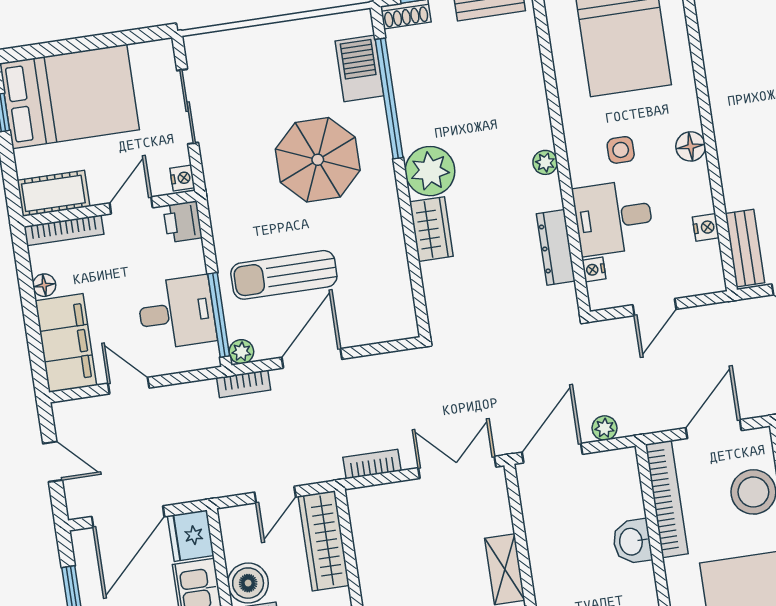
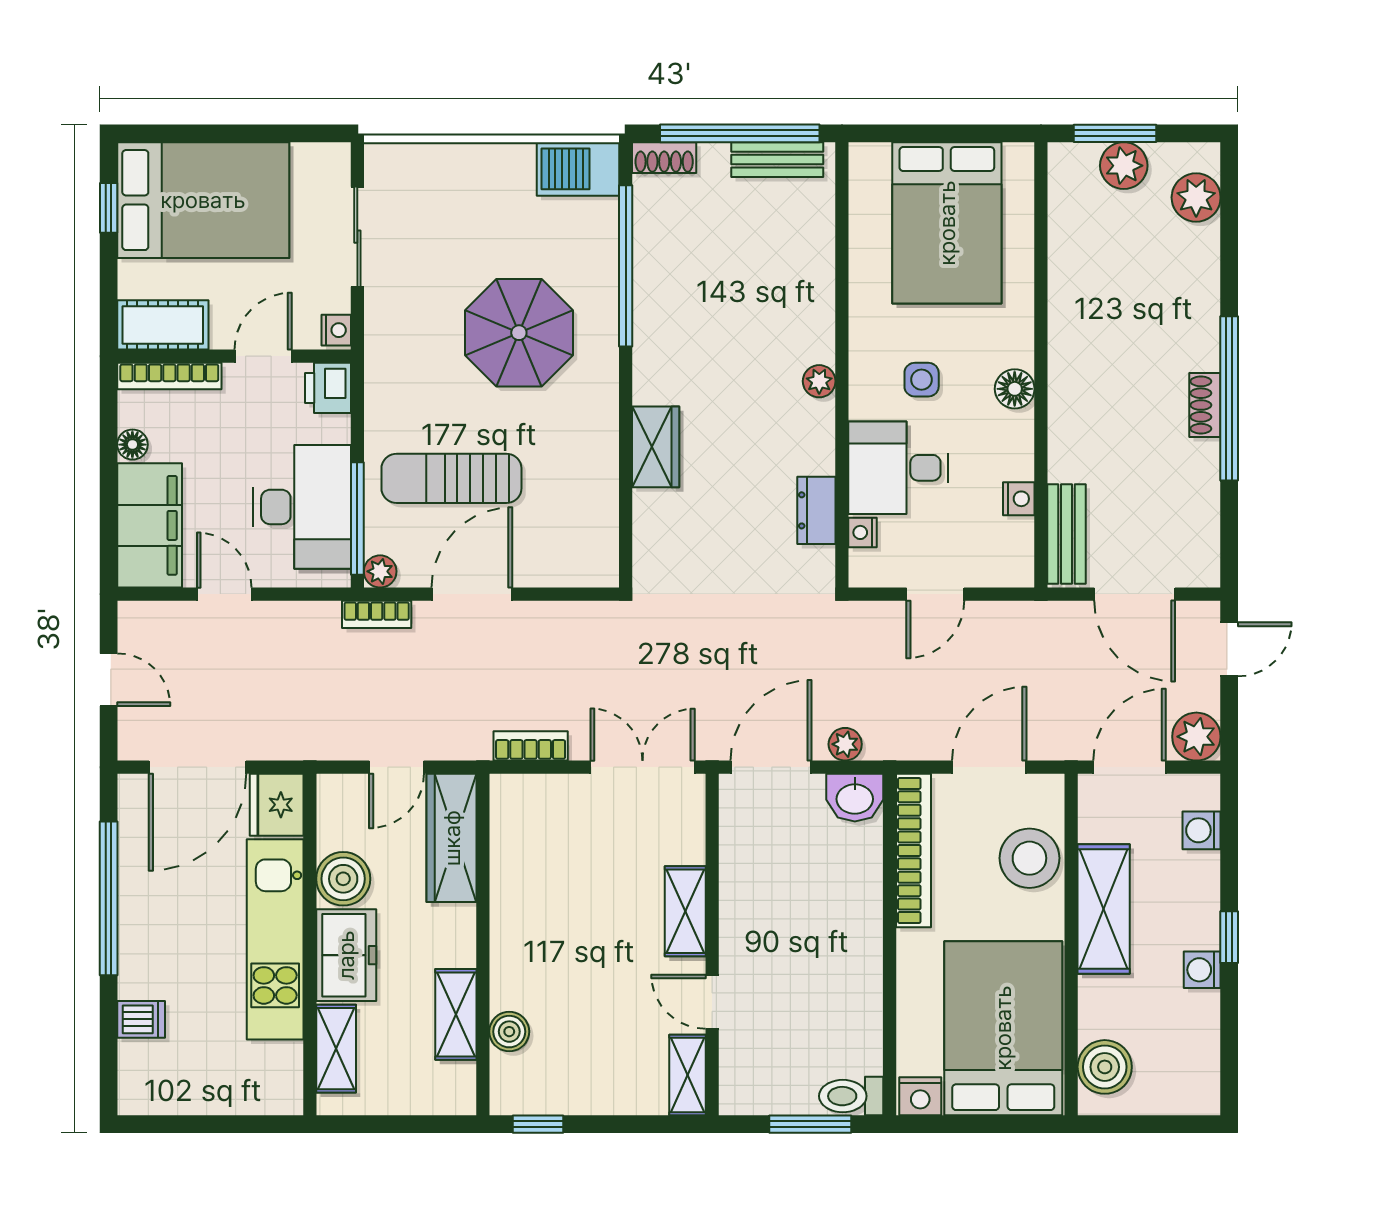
barbecue: (359, 68) -> (578, 169), moved, turned -90
plant: (430, 171) -> (665, 370), removed
dresser: (556, 247) -> (816, 510), width x0.70
desk: (177, 313) -> (302, 507), width x1.37
washbasin: (632, 542) -> (855, 798), moved, turned -90

